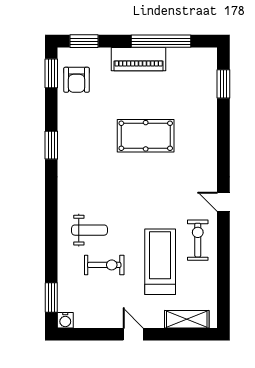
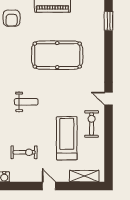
pool table: (146, 136) -> (57, 55), width x1.36, depth x1.32
weight bench: (89, 230) -> (26, 102), moved
exercise bike: (104, 265) -> (24, 152), moved

